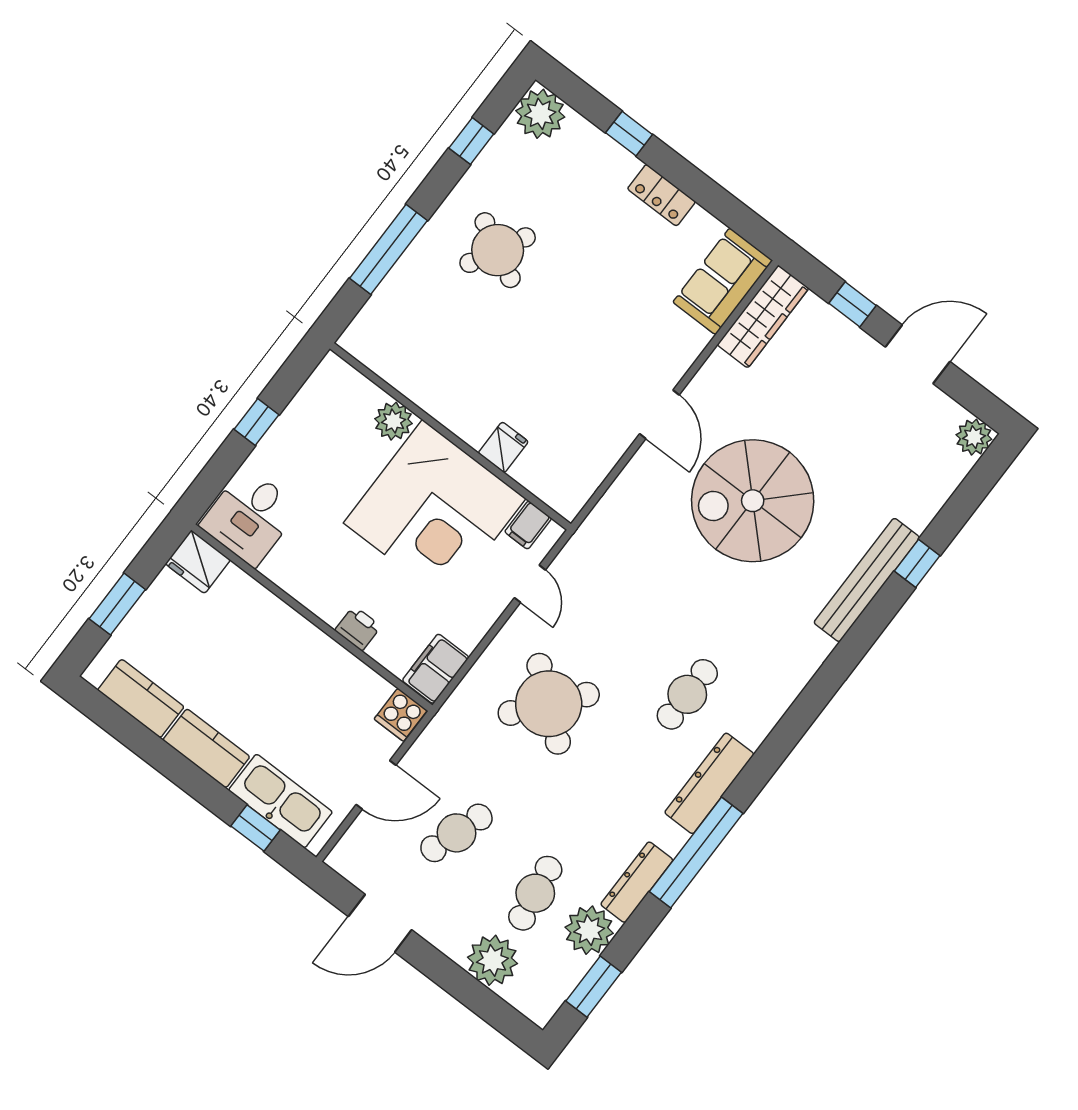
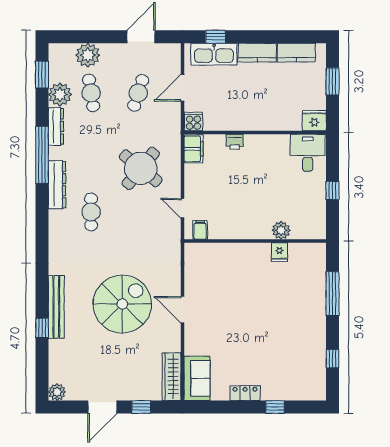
plant: (540, 114) -> (314, 389), removed
round table: (498, 250) -> (291, 325), removed
fridge: (503, 447) -> (279, 252), moved
corner desk: (435, 511) -> (240, 208), removed

